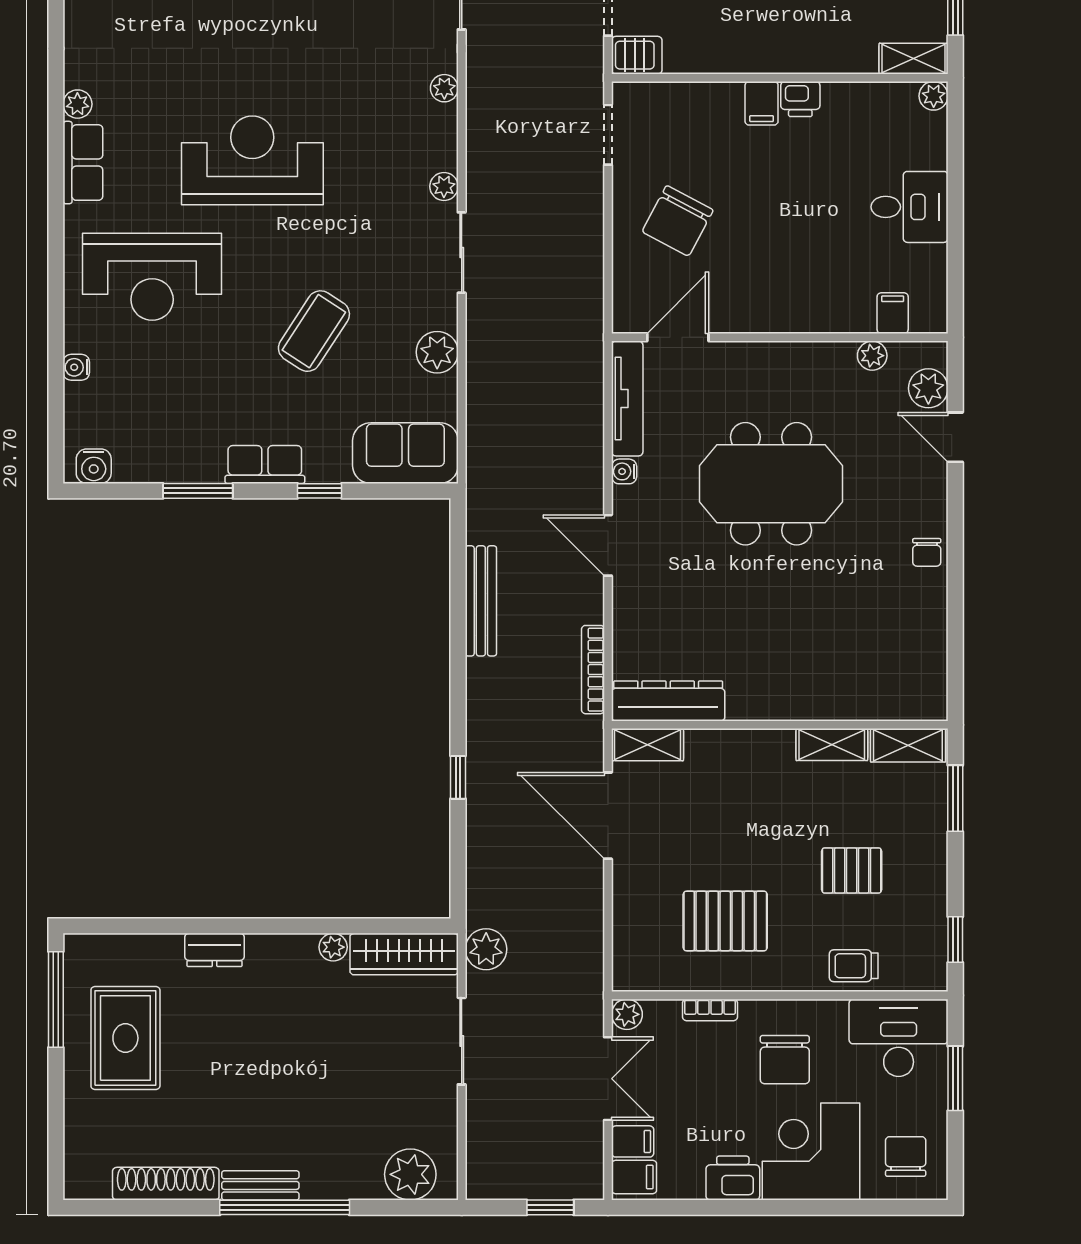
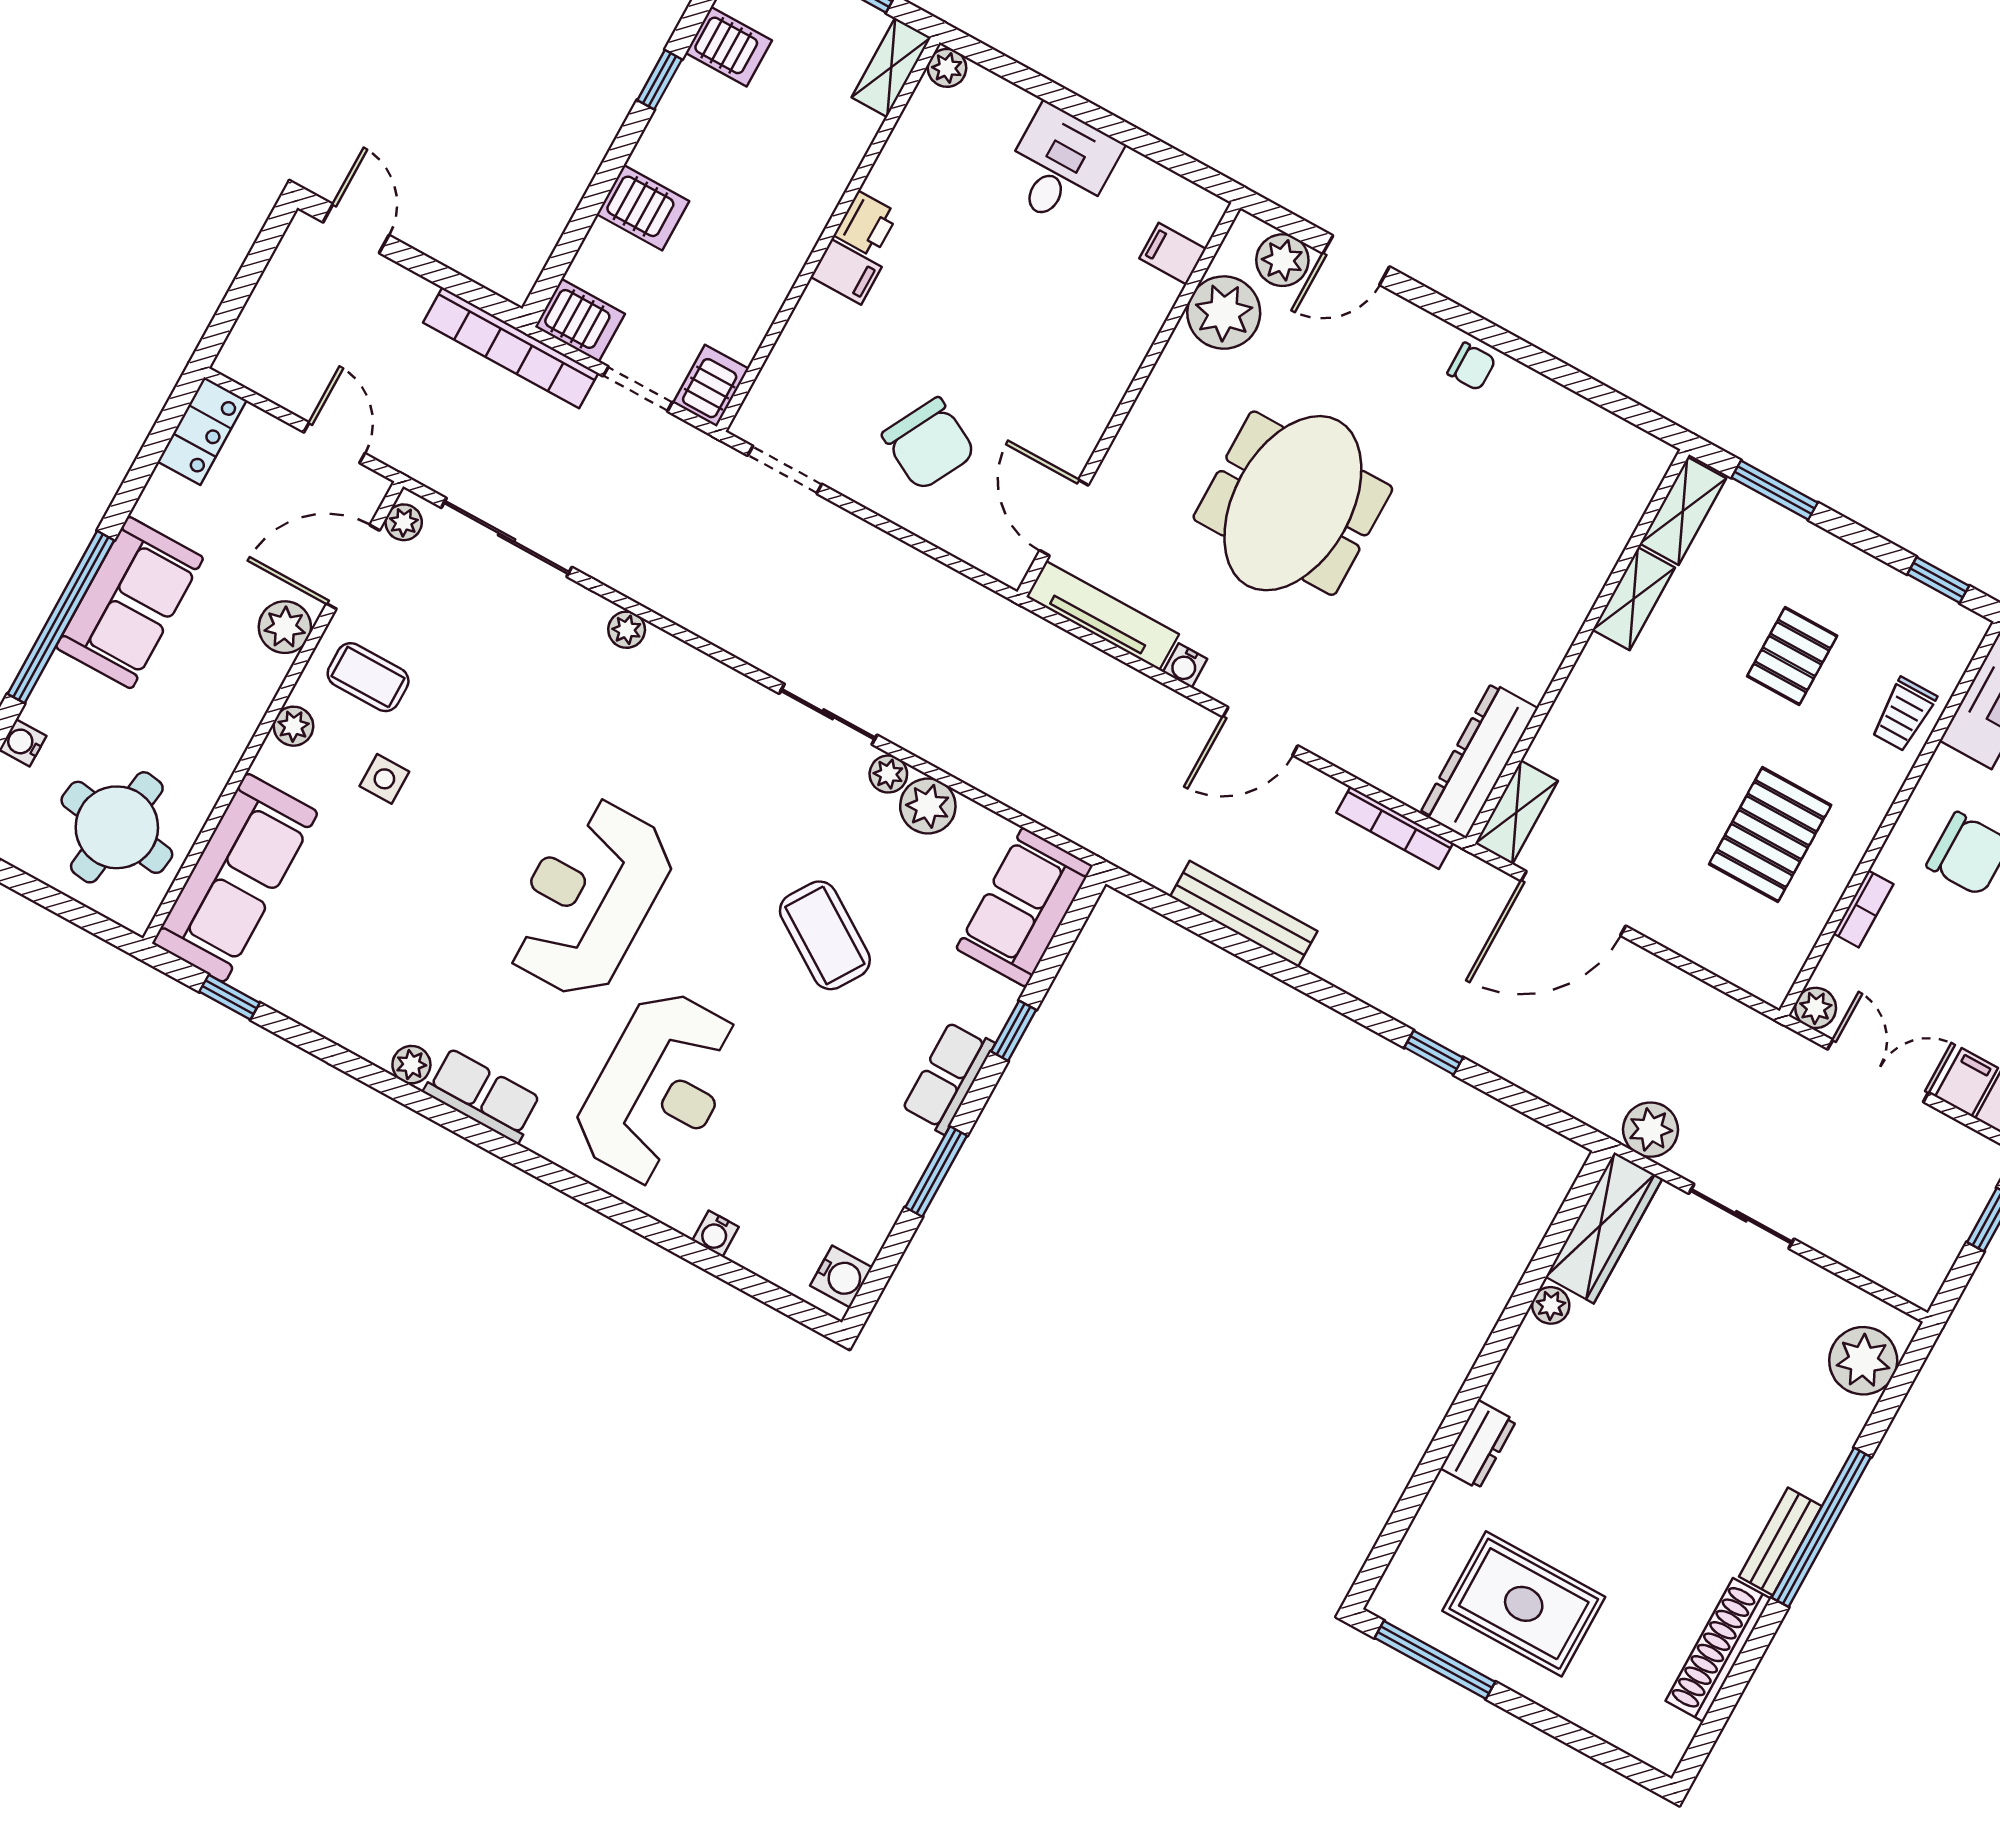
plant: (444, 186) -> (888, 774), moved
plant: (872, 356) -> (1224, 313), width x1.87, depth x1.87

